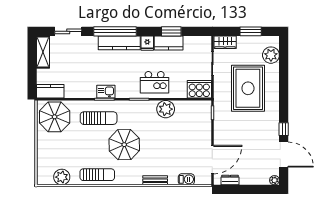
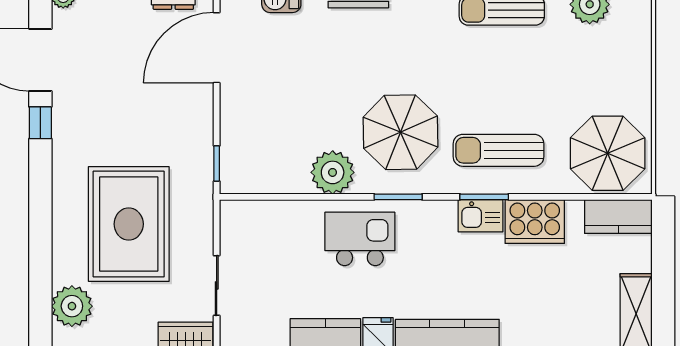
cooker: (199, 89) -> (535, 221), moved
parasol: (124, 145) -> (401, 132), moved

